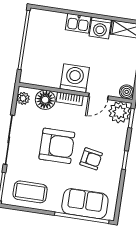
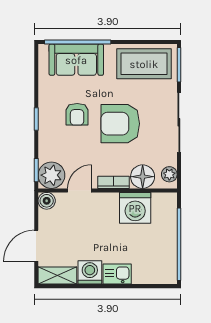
washing machine: (75, 78) -> (135, 208), moved
armchair: (91, 159) -> (77, 114), turned -100
coffee table: (30, 192) -> (144, 64), width x1.36, depth x1.32

